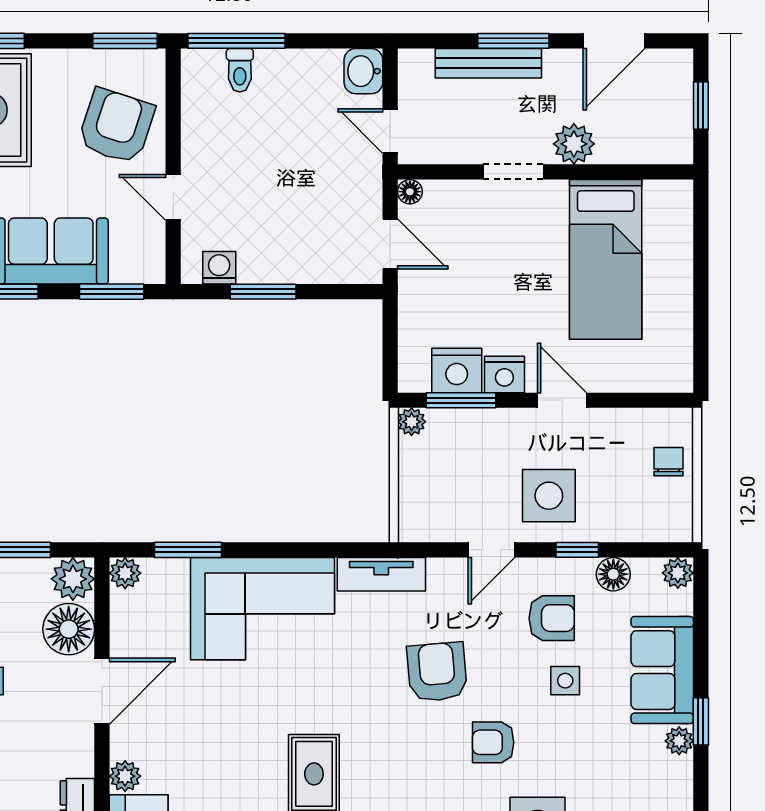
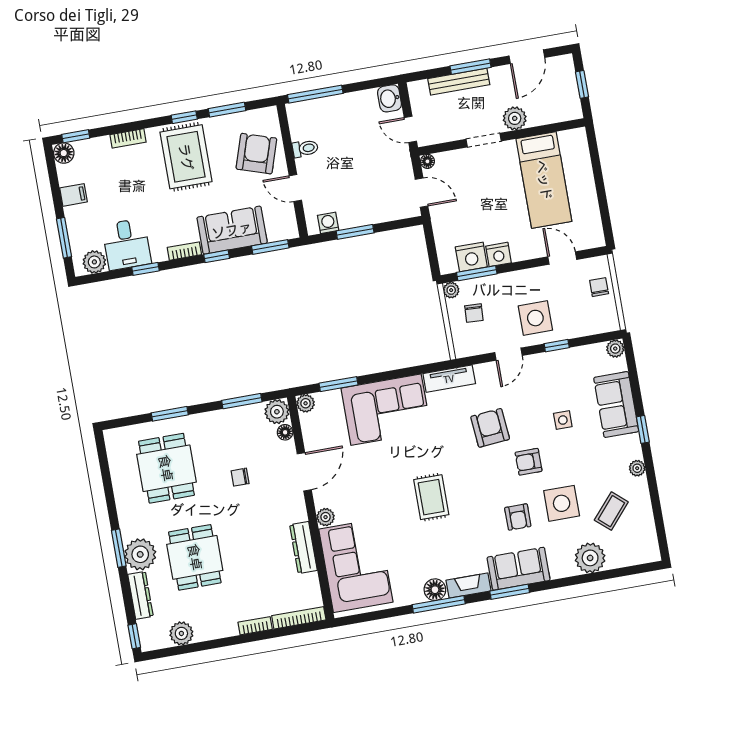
window: (125, 41) -> (227, 110), moved
toilet: (240, 70) -> (305, 148), moved, turned -90
door: (562, 400) -> (562, 258), moved
chair: (444, 468) -> (474, 313), added
floor lamp: (613, 574) -> (579, 356), removed
armchair: (552, 618) -> (549, 386), removed
floor lamp: (69, 629) -> (285, 432), width x0.53, depth x0.53
plant: (679, 741) -> (637, 468), moved

